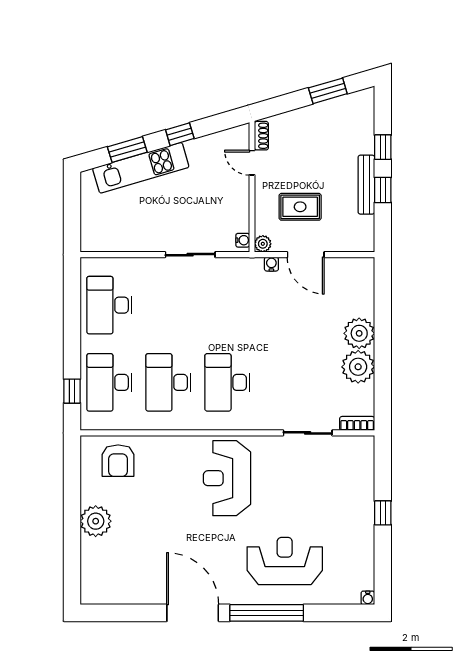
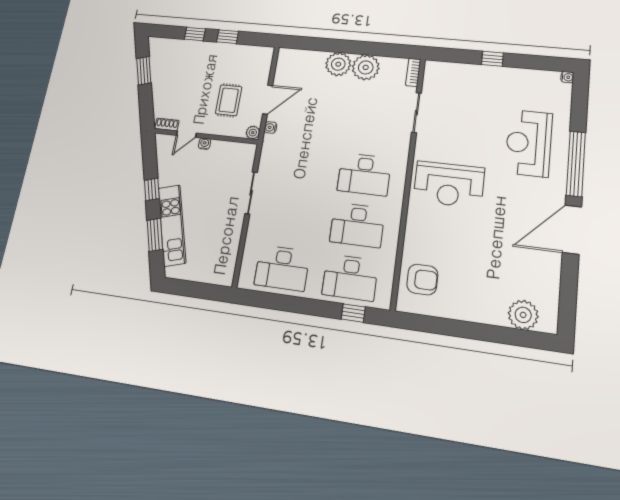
bench: (366, 185) -> (221, 48), removed
water cooler: (243, 240) -> (205, 144), moved
plant: (96, 521) -> (523, 315), moved

